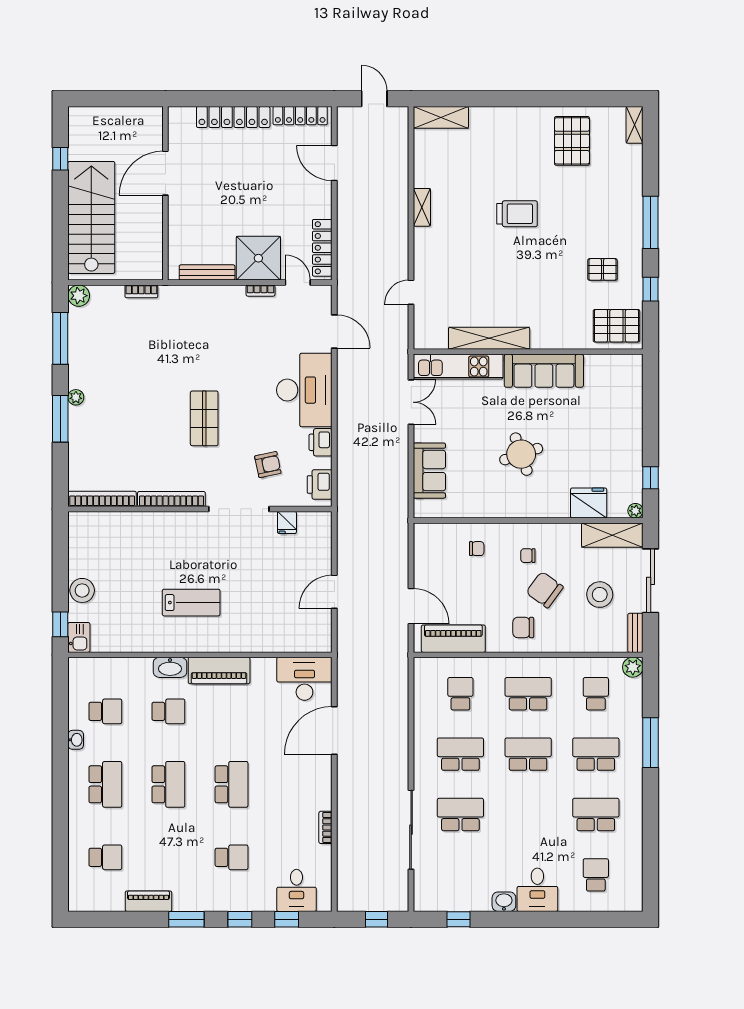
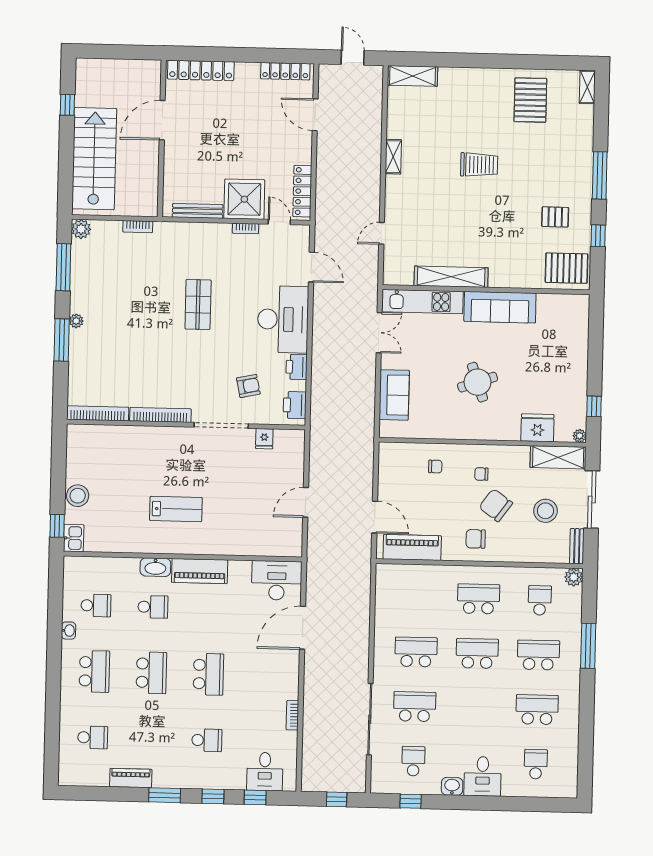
locker: (233, 117) -> (201, 70), moved
shop shelf: (204, 418) -> (198, 304), moved
school desk: (460, 694) -> (413, 761), moved

